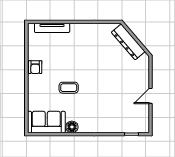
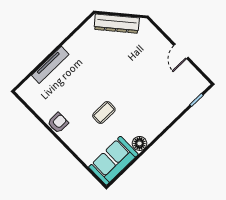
tv unit: (52, 28) -> (50, 65), moved
armchair: (35, 67) -> (58, 123), turned -90

